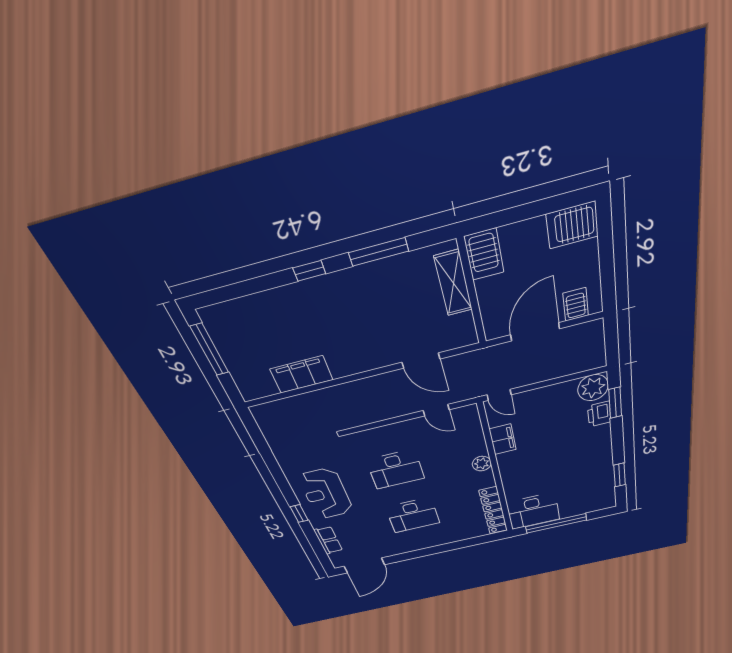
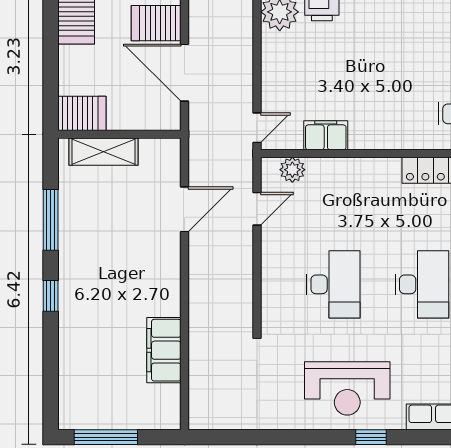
server rack: (576, 304) -> (156, 23), width x1.36, depth x1.44
plant: (482, 464) -> (292, 170), moved

